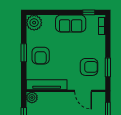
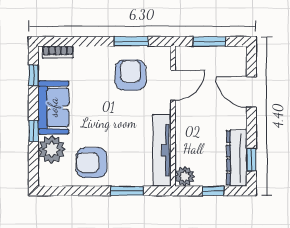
window: (57, 12) -> (33, 131), added
plant: (34, 23) -> (52, 149), moved
window: (24, 53) -> (127, 191), moved
armchair: (41, 56) -> (92, 163), moved, turned 180

